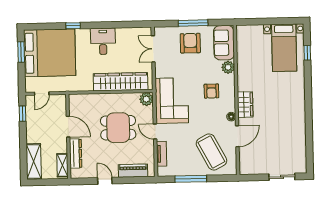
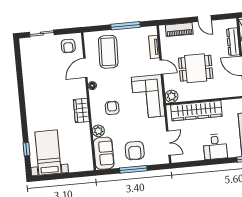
wardrobe: (245, 105) -> (81, 110), moved
coffee table: (211, 152) -> (108, 52), turned 30
armchair: (254, 161) -> (68, 46), added

